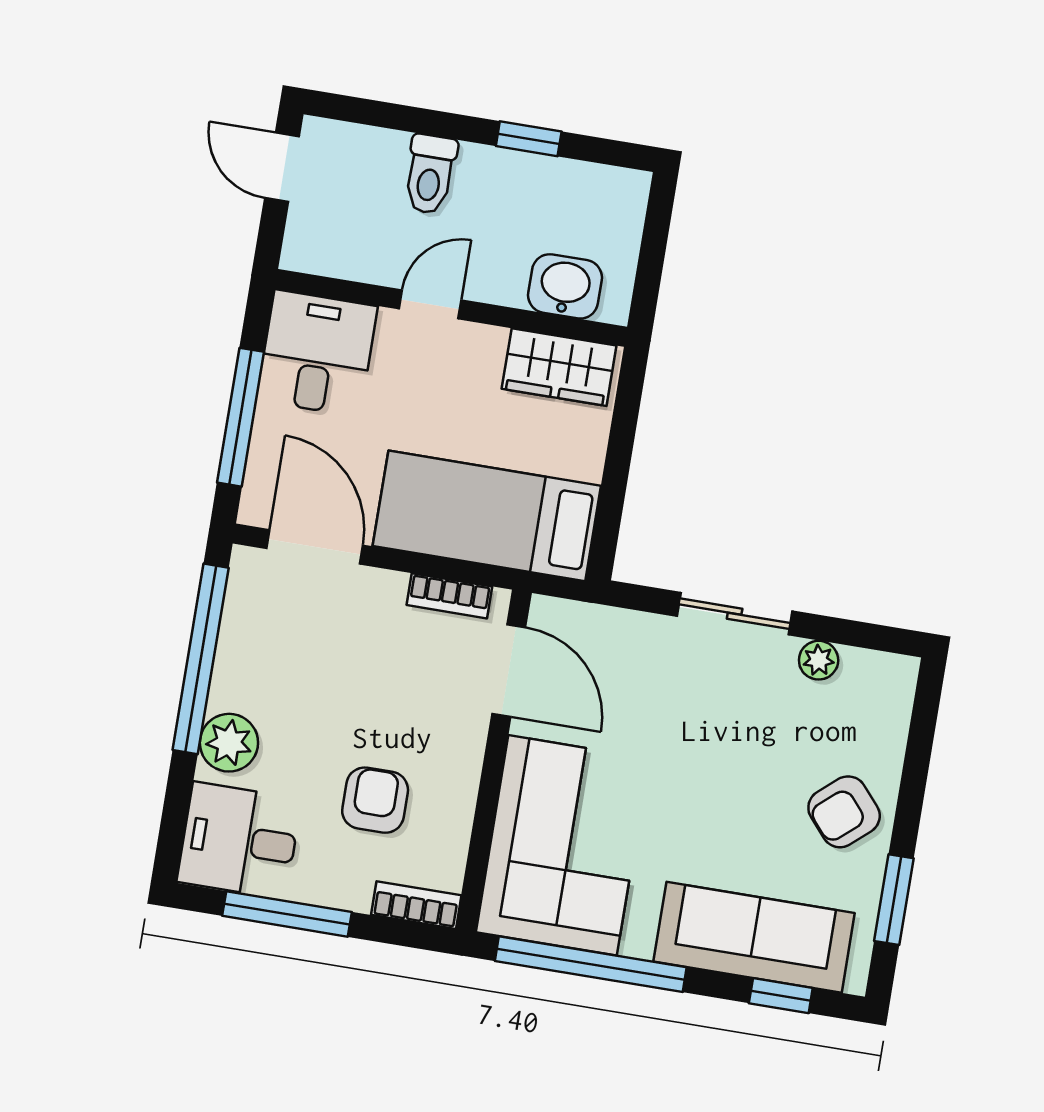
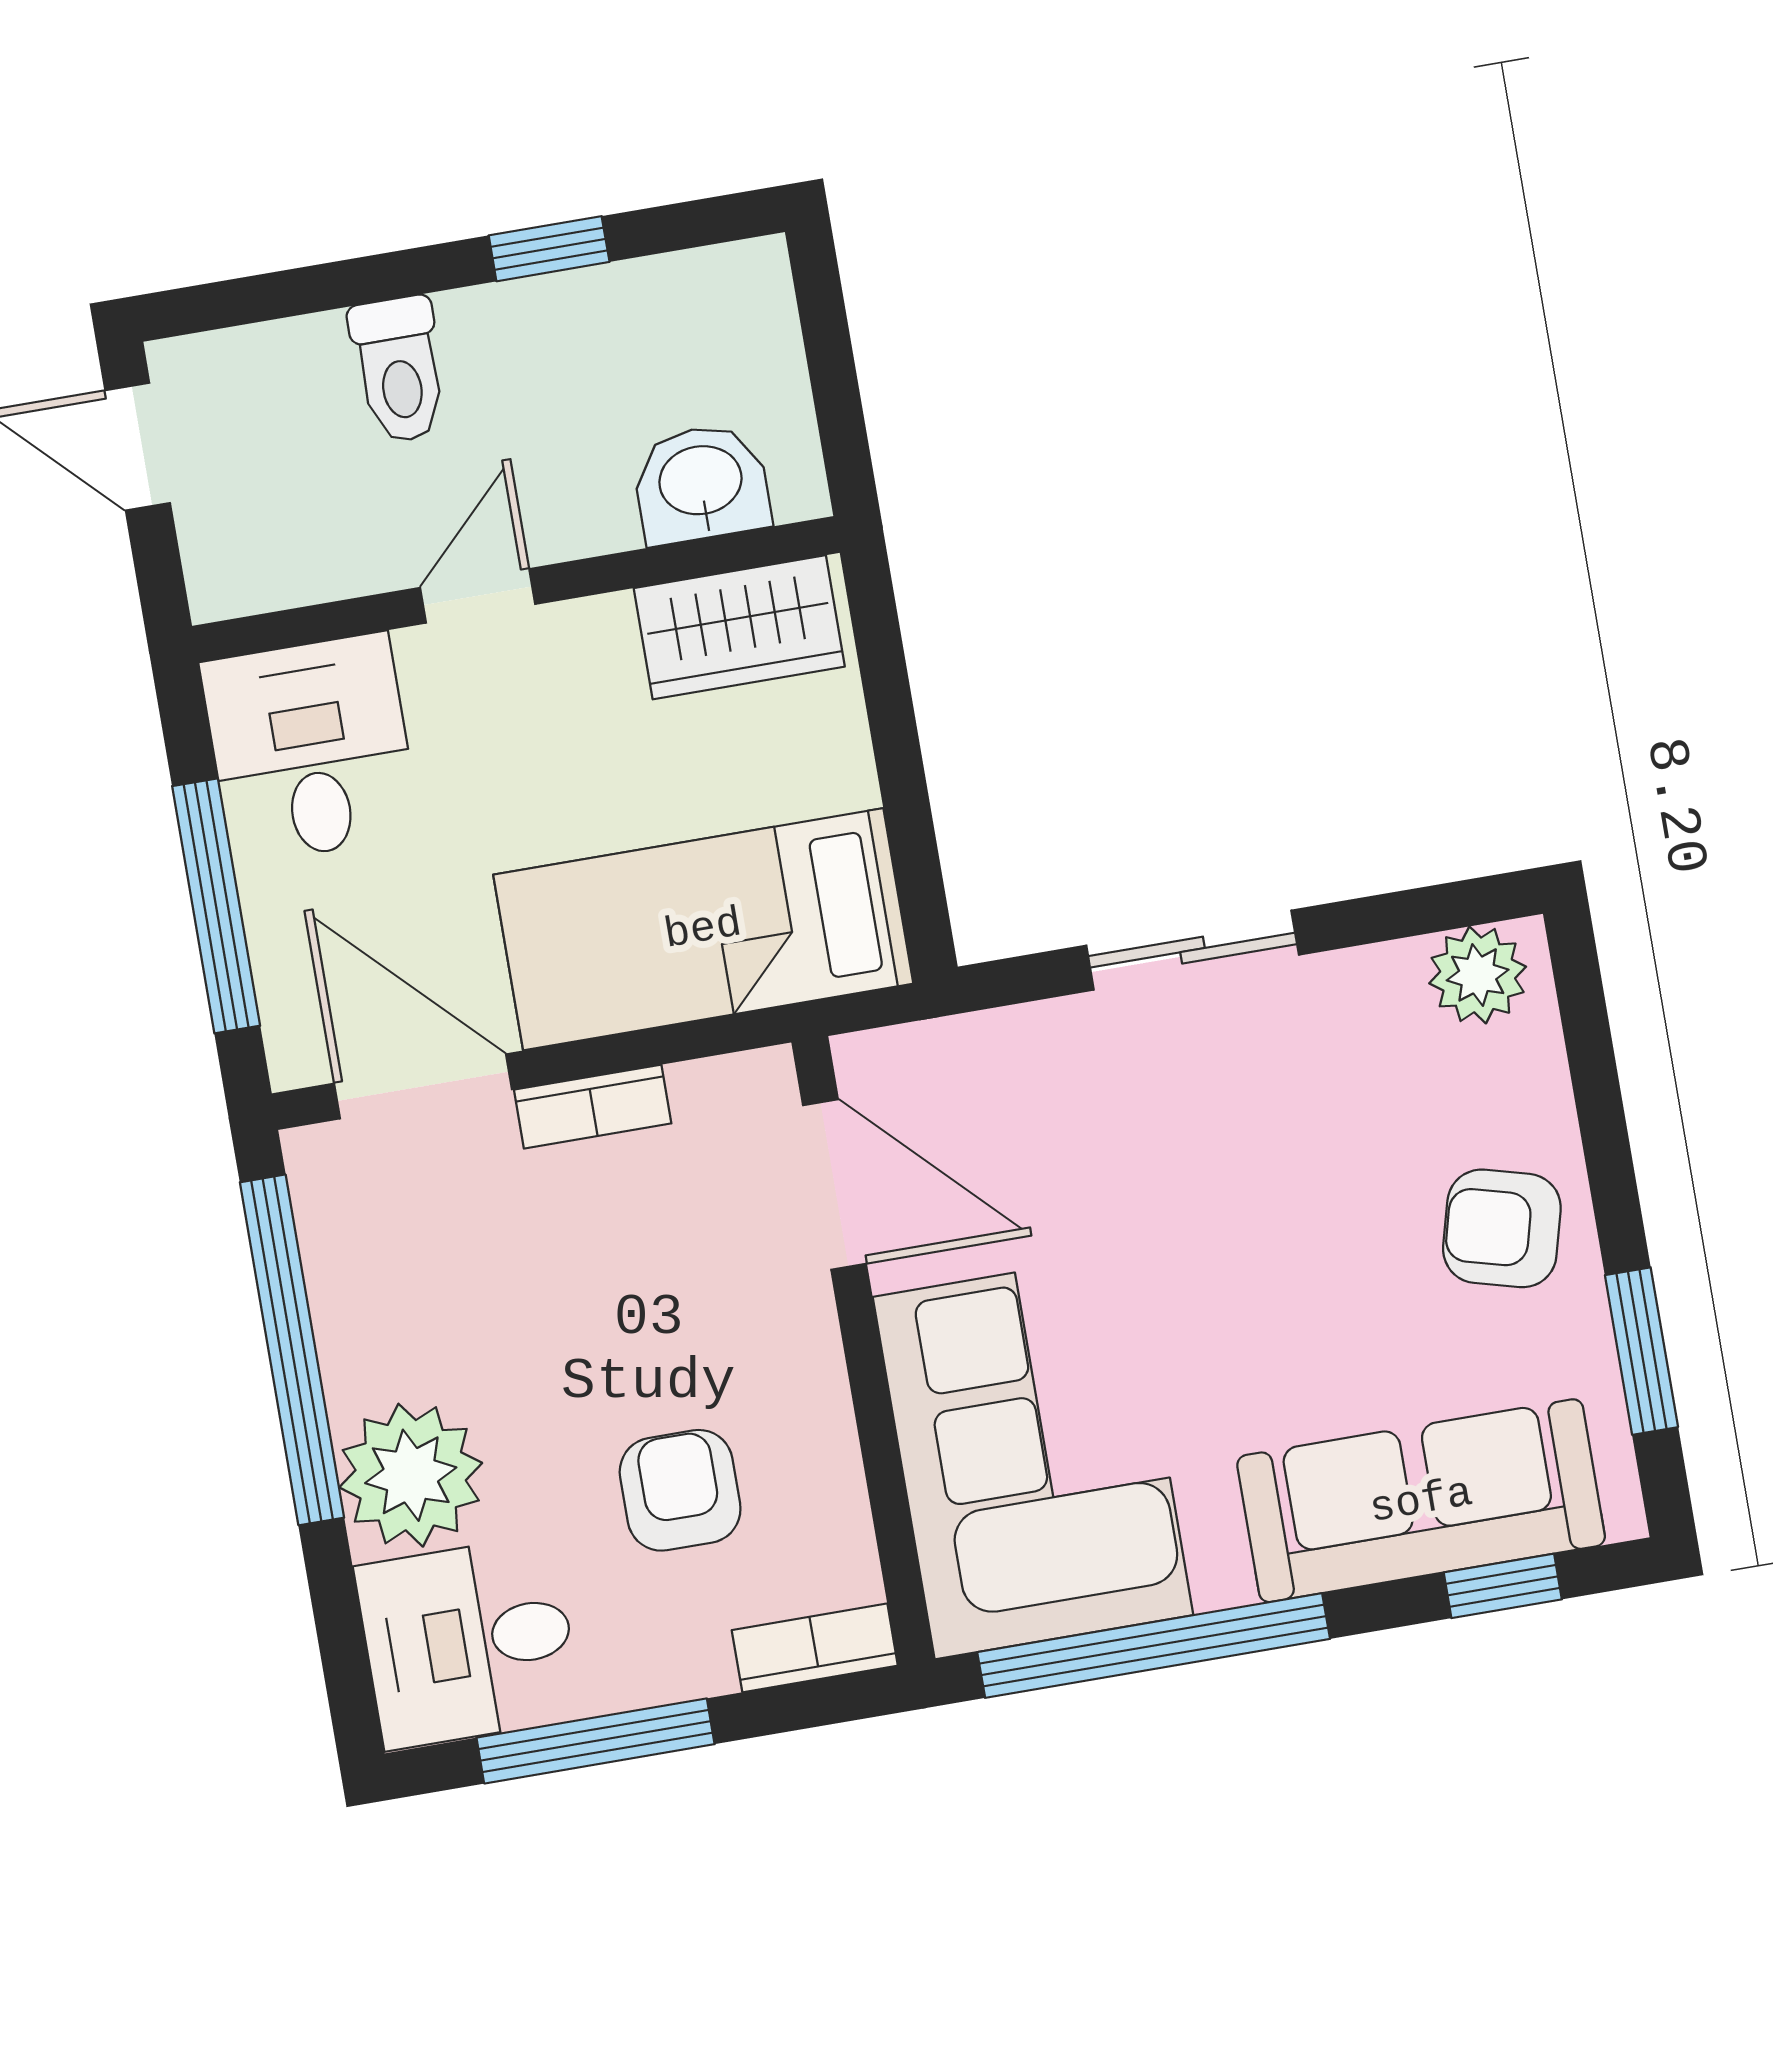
bookcase: (449, 596) -> (593, 1107), moved
plant: (819, 660) -> (1478, 975), moved, width x1.38, depth x1.38
plant: (229, 743) -> (411, 1475), width x1.36, depth x1.36
armchair: (844, 812) -> (1502, 1228), turned 56

